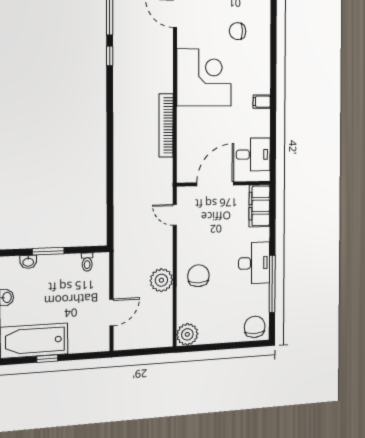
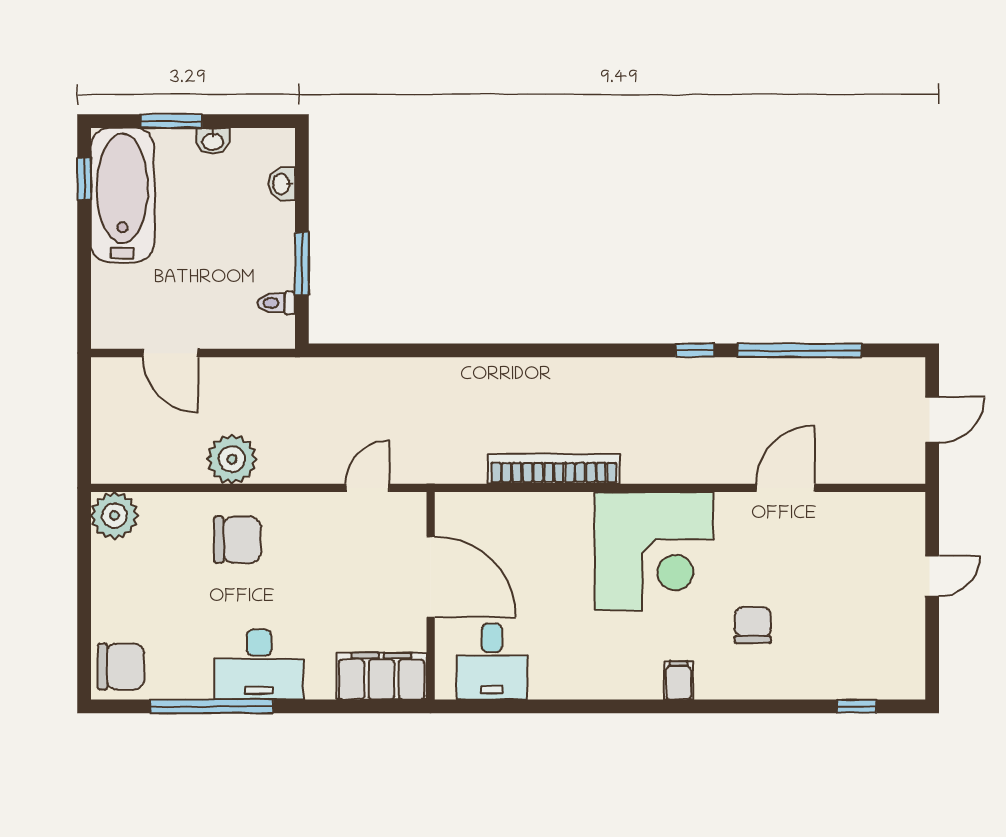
filing cabinet: (262, 102) -> (679, 680), moved
window: (48, 251) -> (302, 264), moved
window: (47, 359) -> (84, 179), moved

